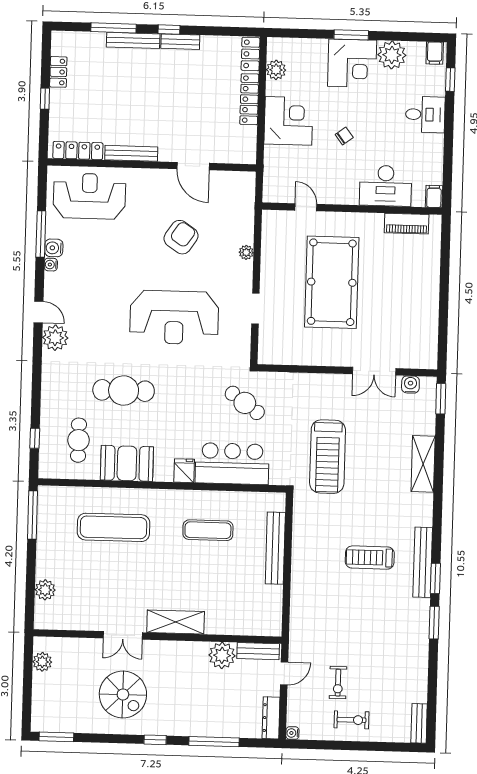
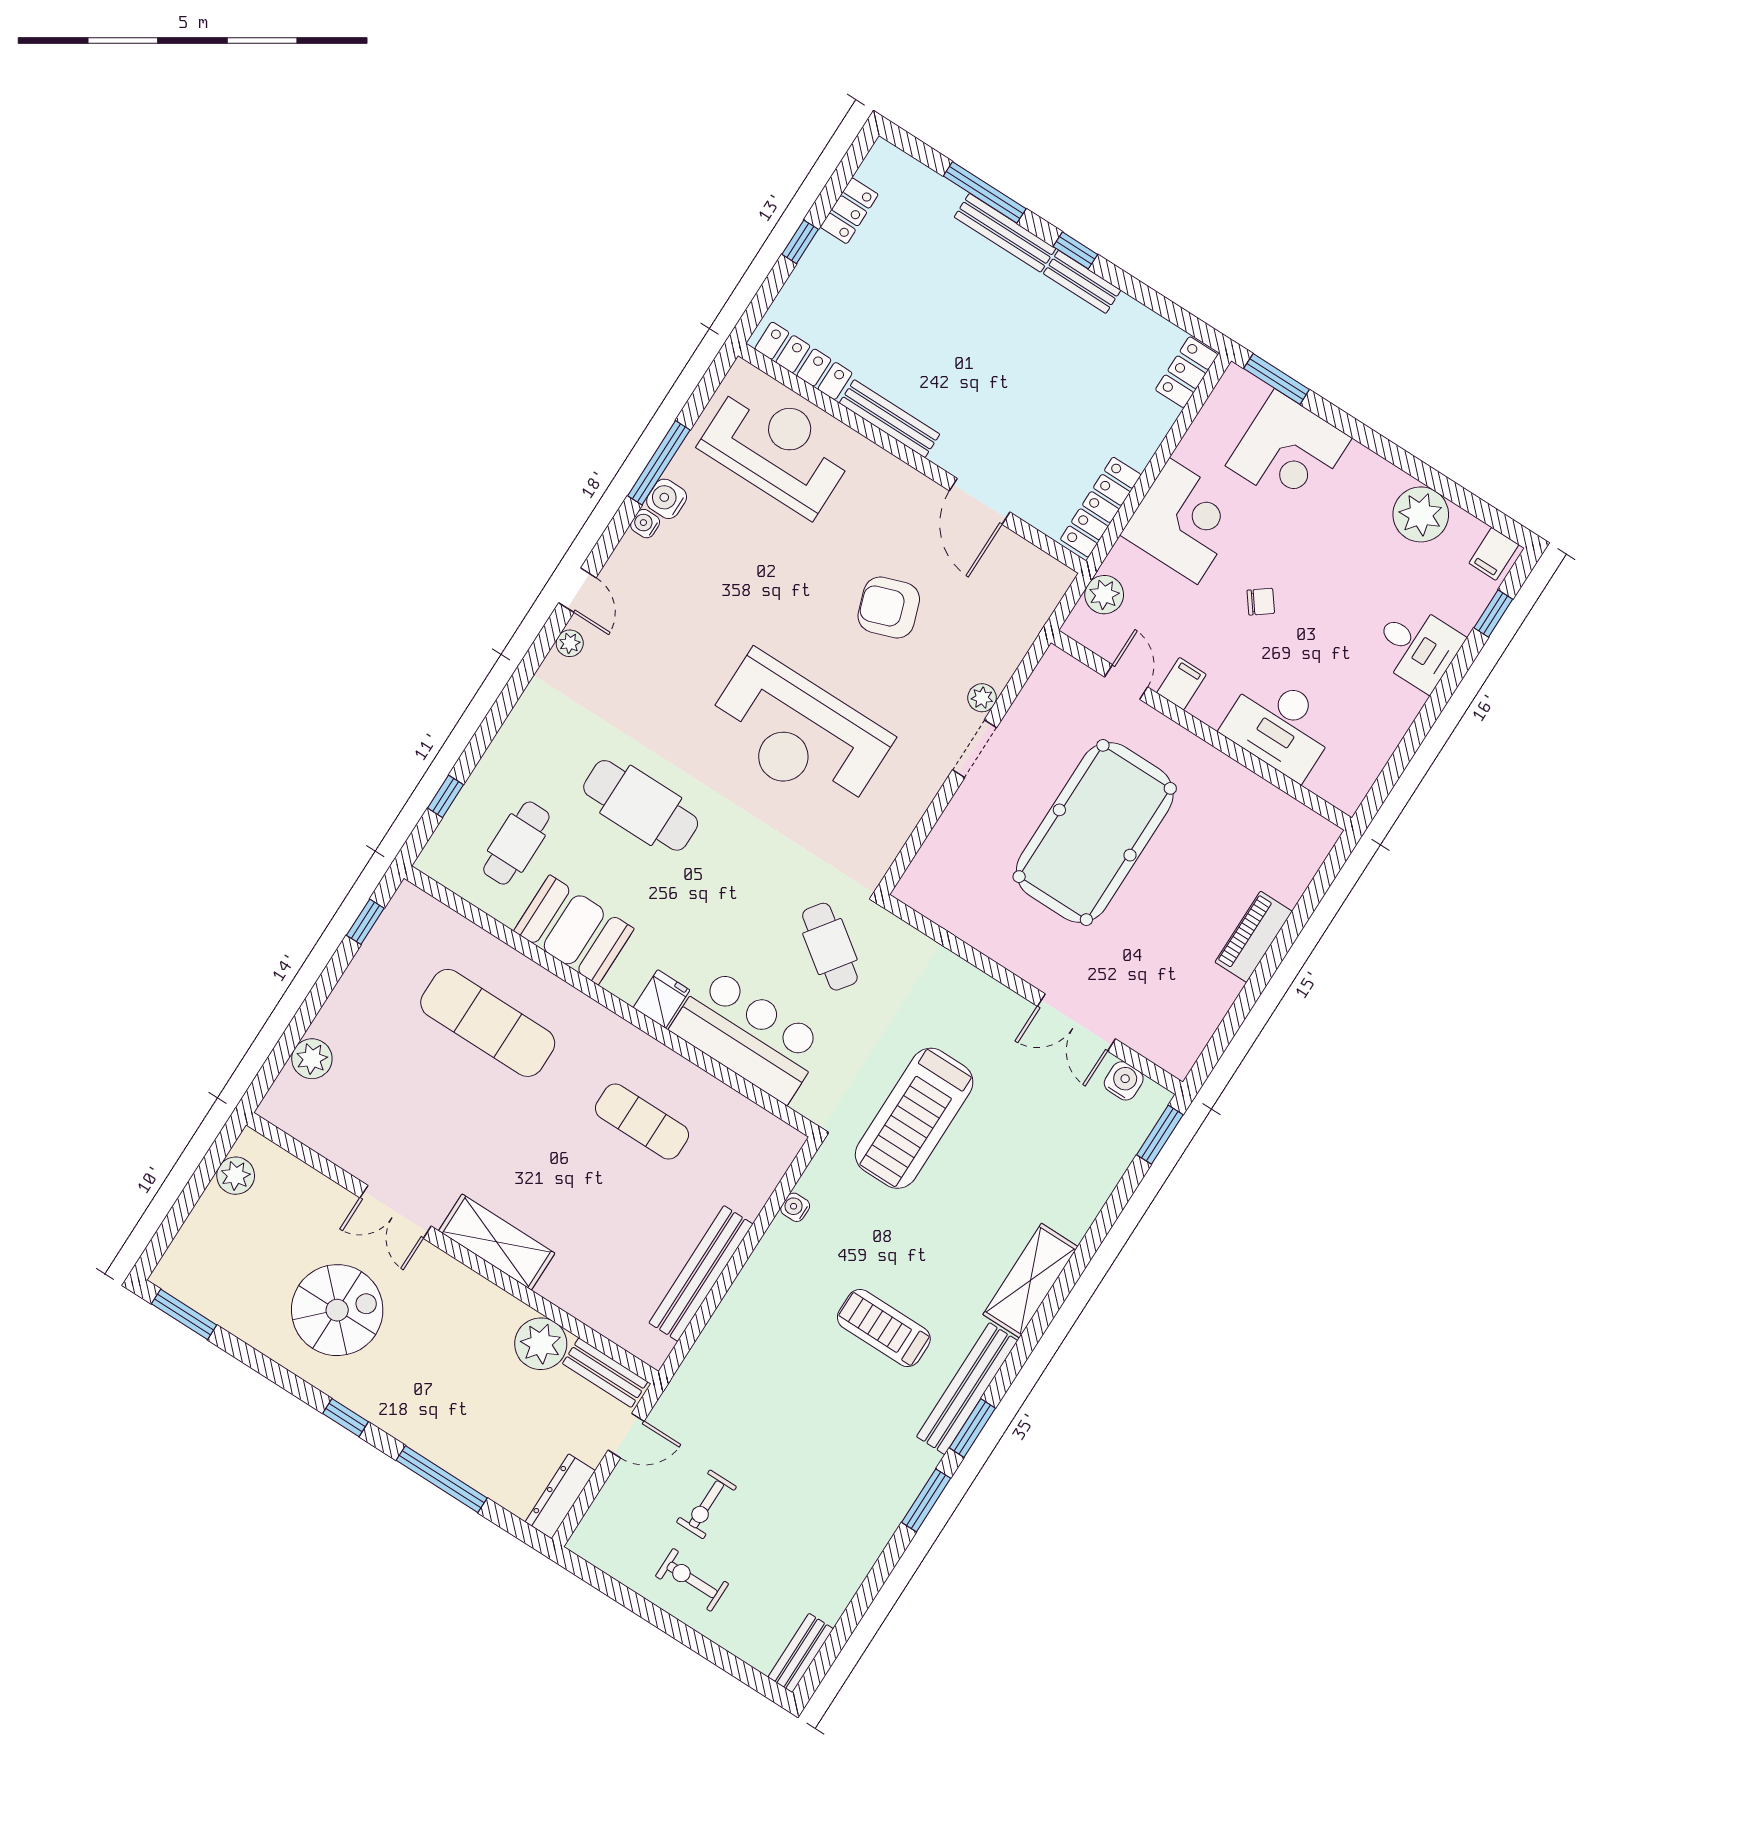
window: (351, 35) -> (1277, 379), moved
corner desk: (352, 63) -> (1289, 452), moved
plant: (276, 70) -> (1104, 595), moved
locker: (249, 99) -> (1101, 507), moved
filing cabinet: (434, 196) -> (1181, 684), moved
piano: (407, 224) -> (1254, 937), moved, turned 90
armchair: (181, 237) -> (889, 608), turned -143
doorway: (255, 309) -> (974, 749), moved
plant: (55, 338) -> (570, 643), width x0.53, depth x0.53
shelving: (423, 464) -> (1030, 1281), moved
window: (32, 515) -> (365, 922), width x0.46
bench: (275, 548) -> (701, 1273), moved
spiral stairs: (123, 694) -> (337, 1310), turned -90
exercise bike: (352, 720) -> (692, 1580), turned 180
water cooler: (292, 733) -> (795, 1207), moved

